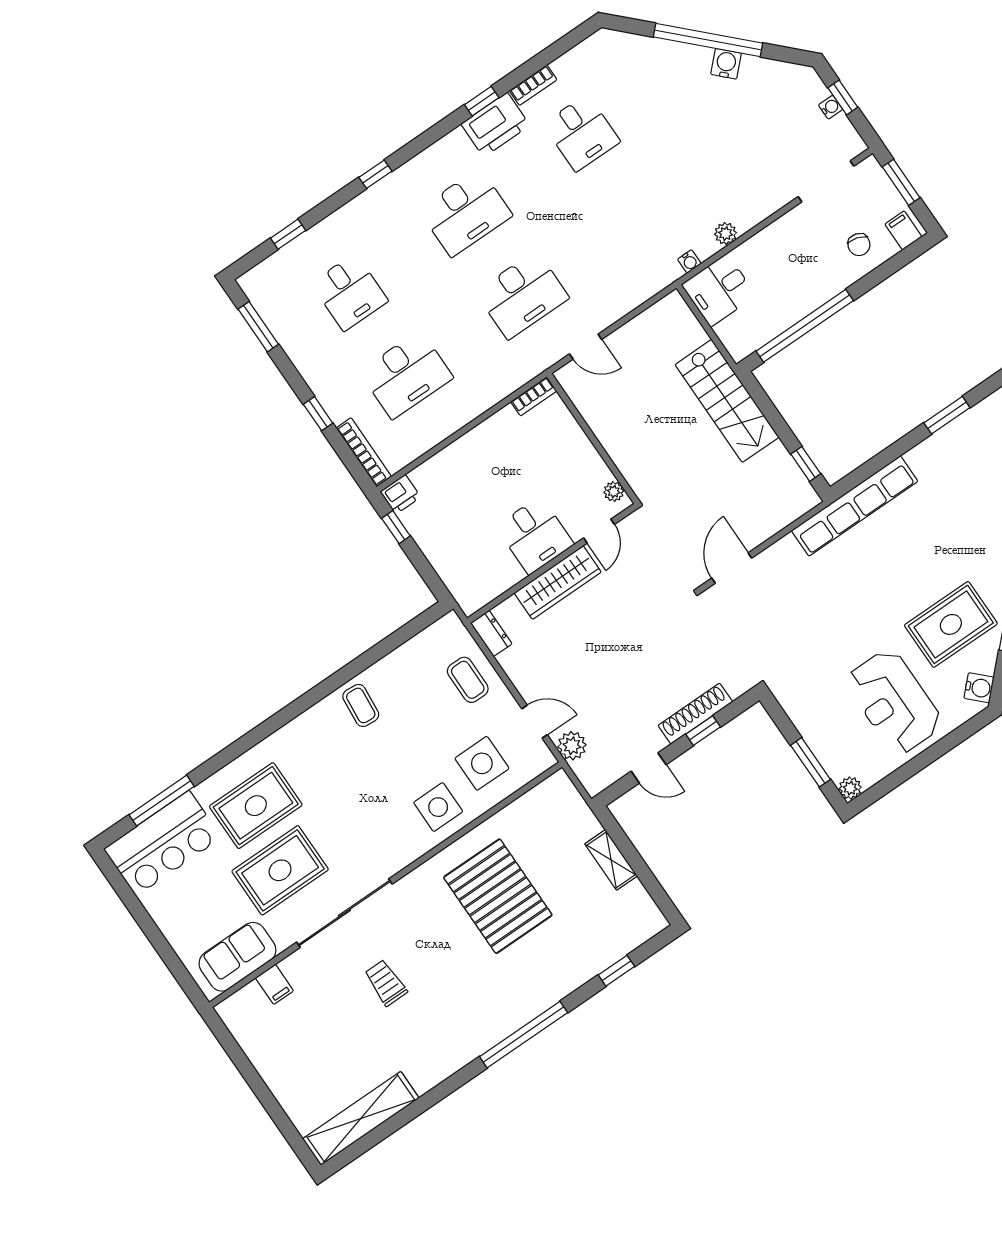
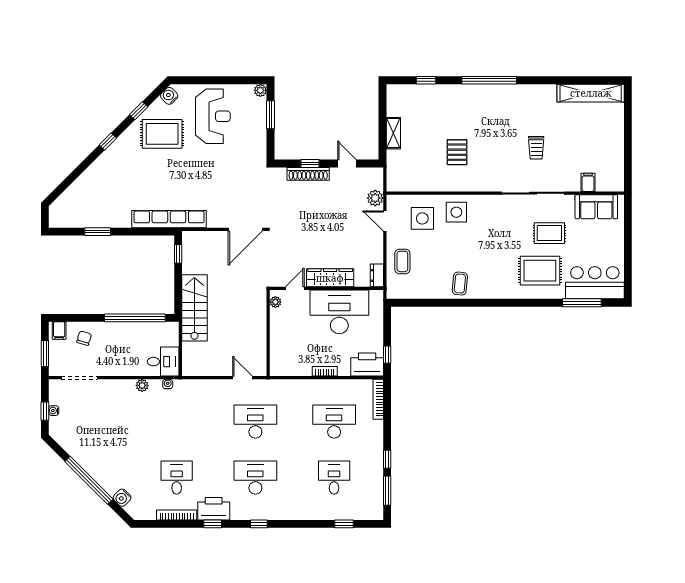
water cooler: (726, 64) -> (122, 498), moved
bookcase: (533, 85) -> (177, 515), width x1.56
window: (375, 174) -> (259, 524), moved
bookcase: (534, 396) -> (325, 371), moved
window: (318, 414) -> (387, 459), moved
printer: (400, 494) -> (367, 365), width x1.87, depth x1.48
desk: (535, 535) -> (339, 312), width x1.87, depth x1.30
door: (732, 568) -> (245, 229), width x1.36
rug: (280, 870) -> (549, 233), width x0.73, depth x0.70
pallet: (498, 896) -> (457, 152), width x0.49, depth x0.50

